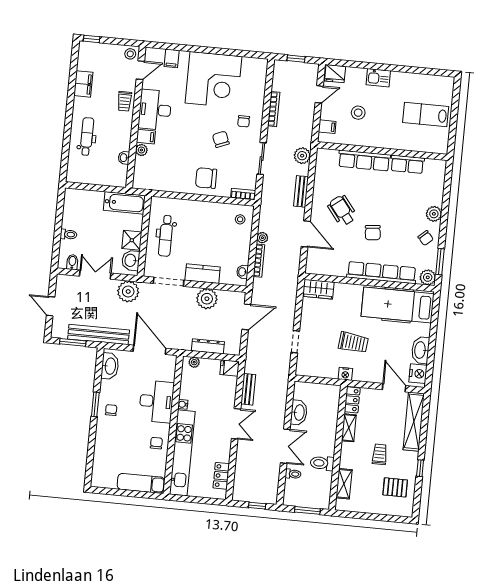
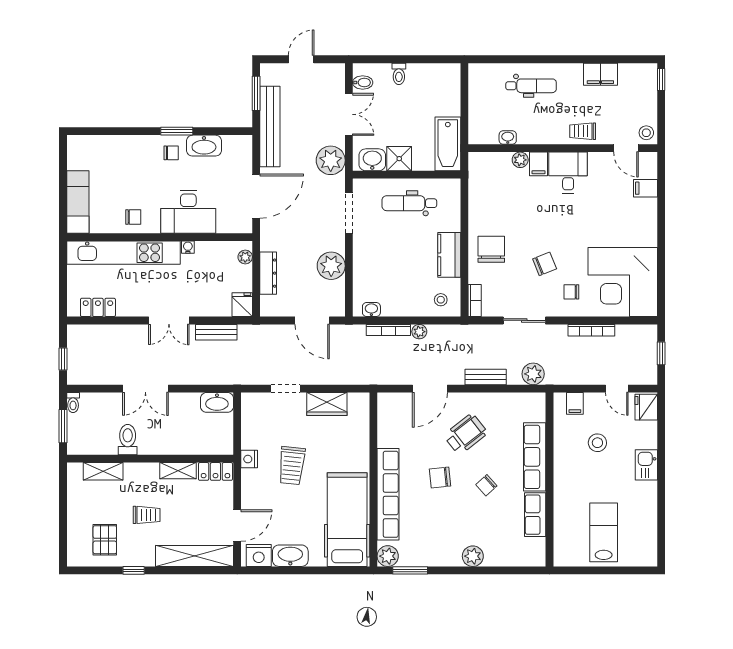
corner desk: (214, 80) -> (623, 282), moved
desk: (155, 110) -> (568, 173), width x0.73
chair: (426, 238) -> (486, 485), moved
kitchen counter: (203, 274) -> (449, 255), moved, turned 180
wardrobe: (318, 289) -> (327, 404), moved, turned -90
washbasin: (110, 366) -> (204, 146), moved
washbasin: (299, 413) -> (217, 402), moved
toilet: (293, 474) -> (73, 403), moved

